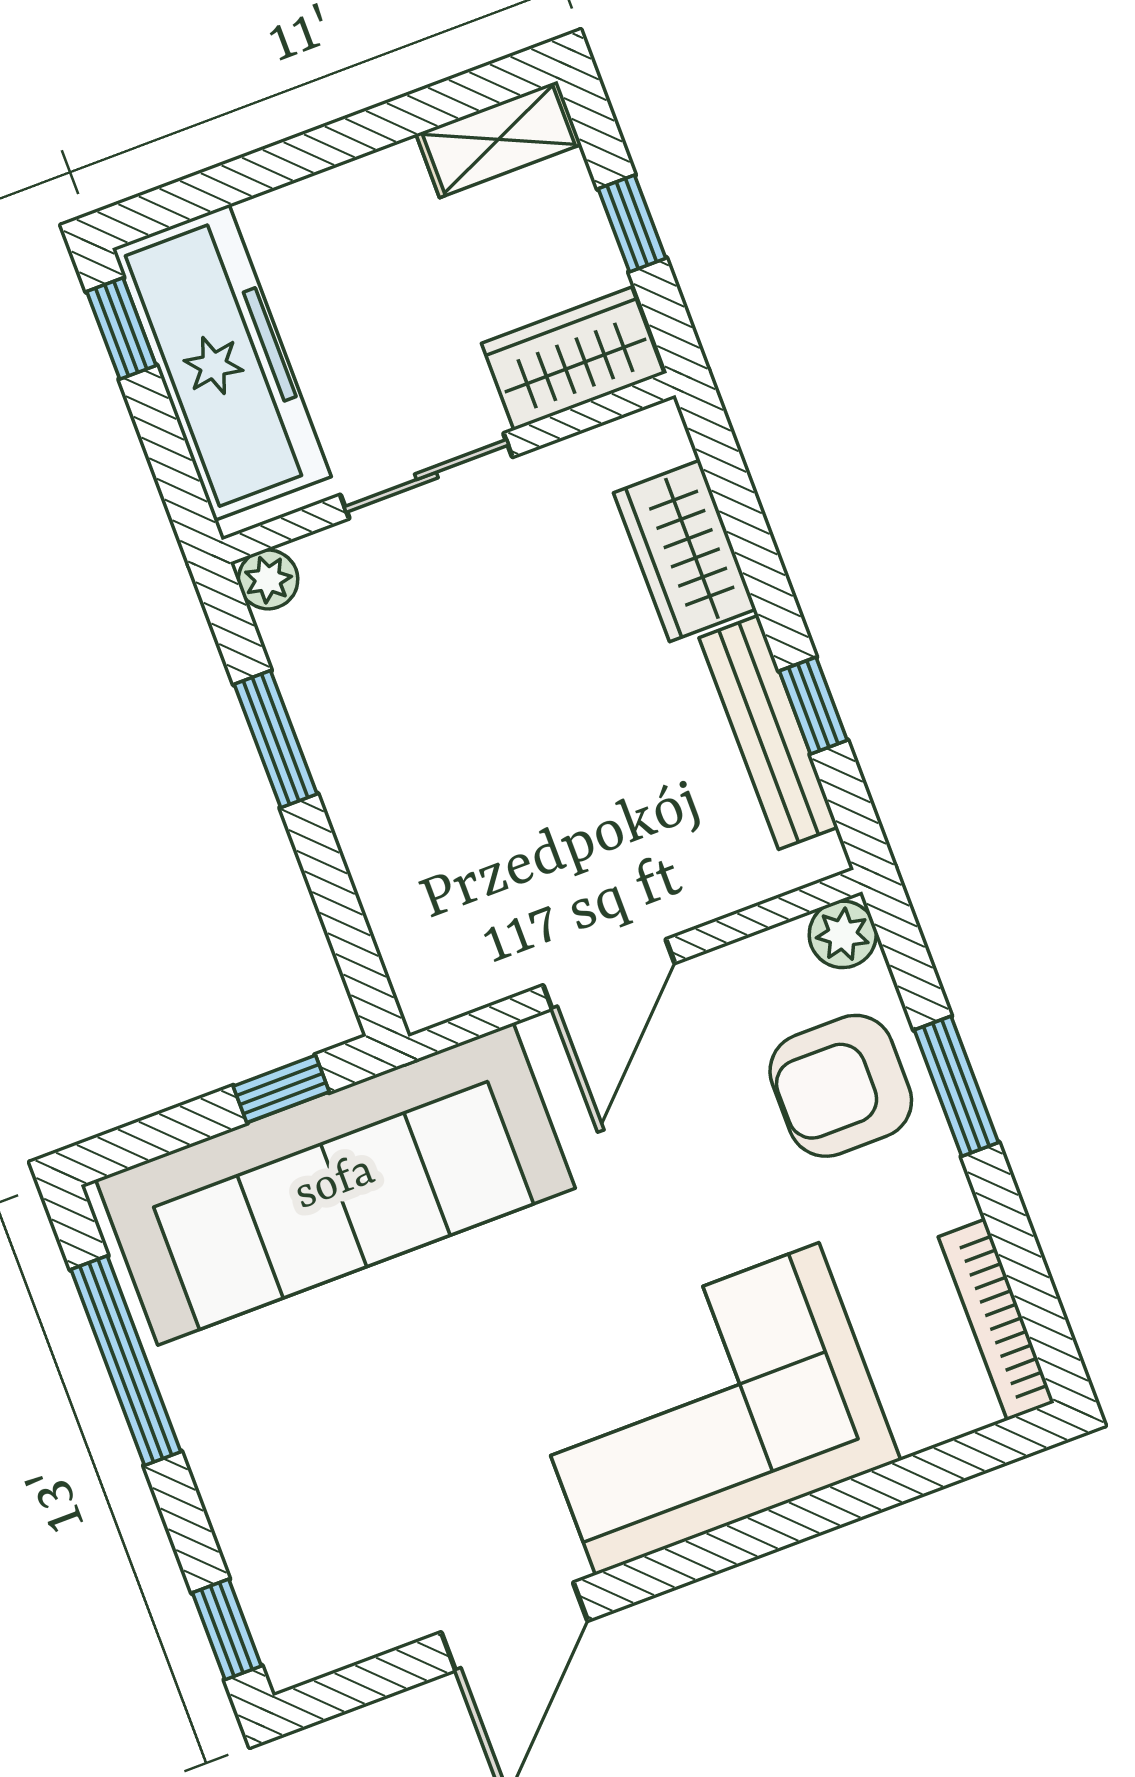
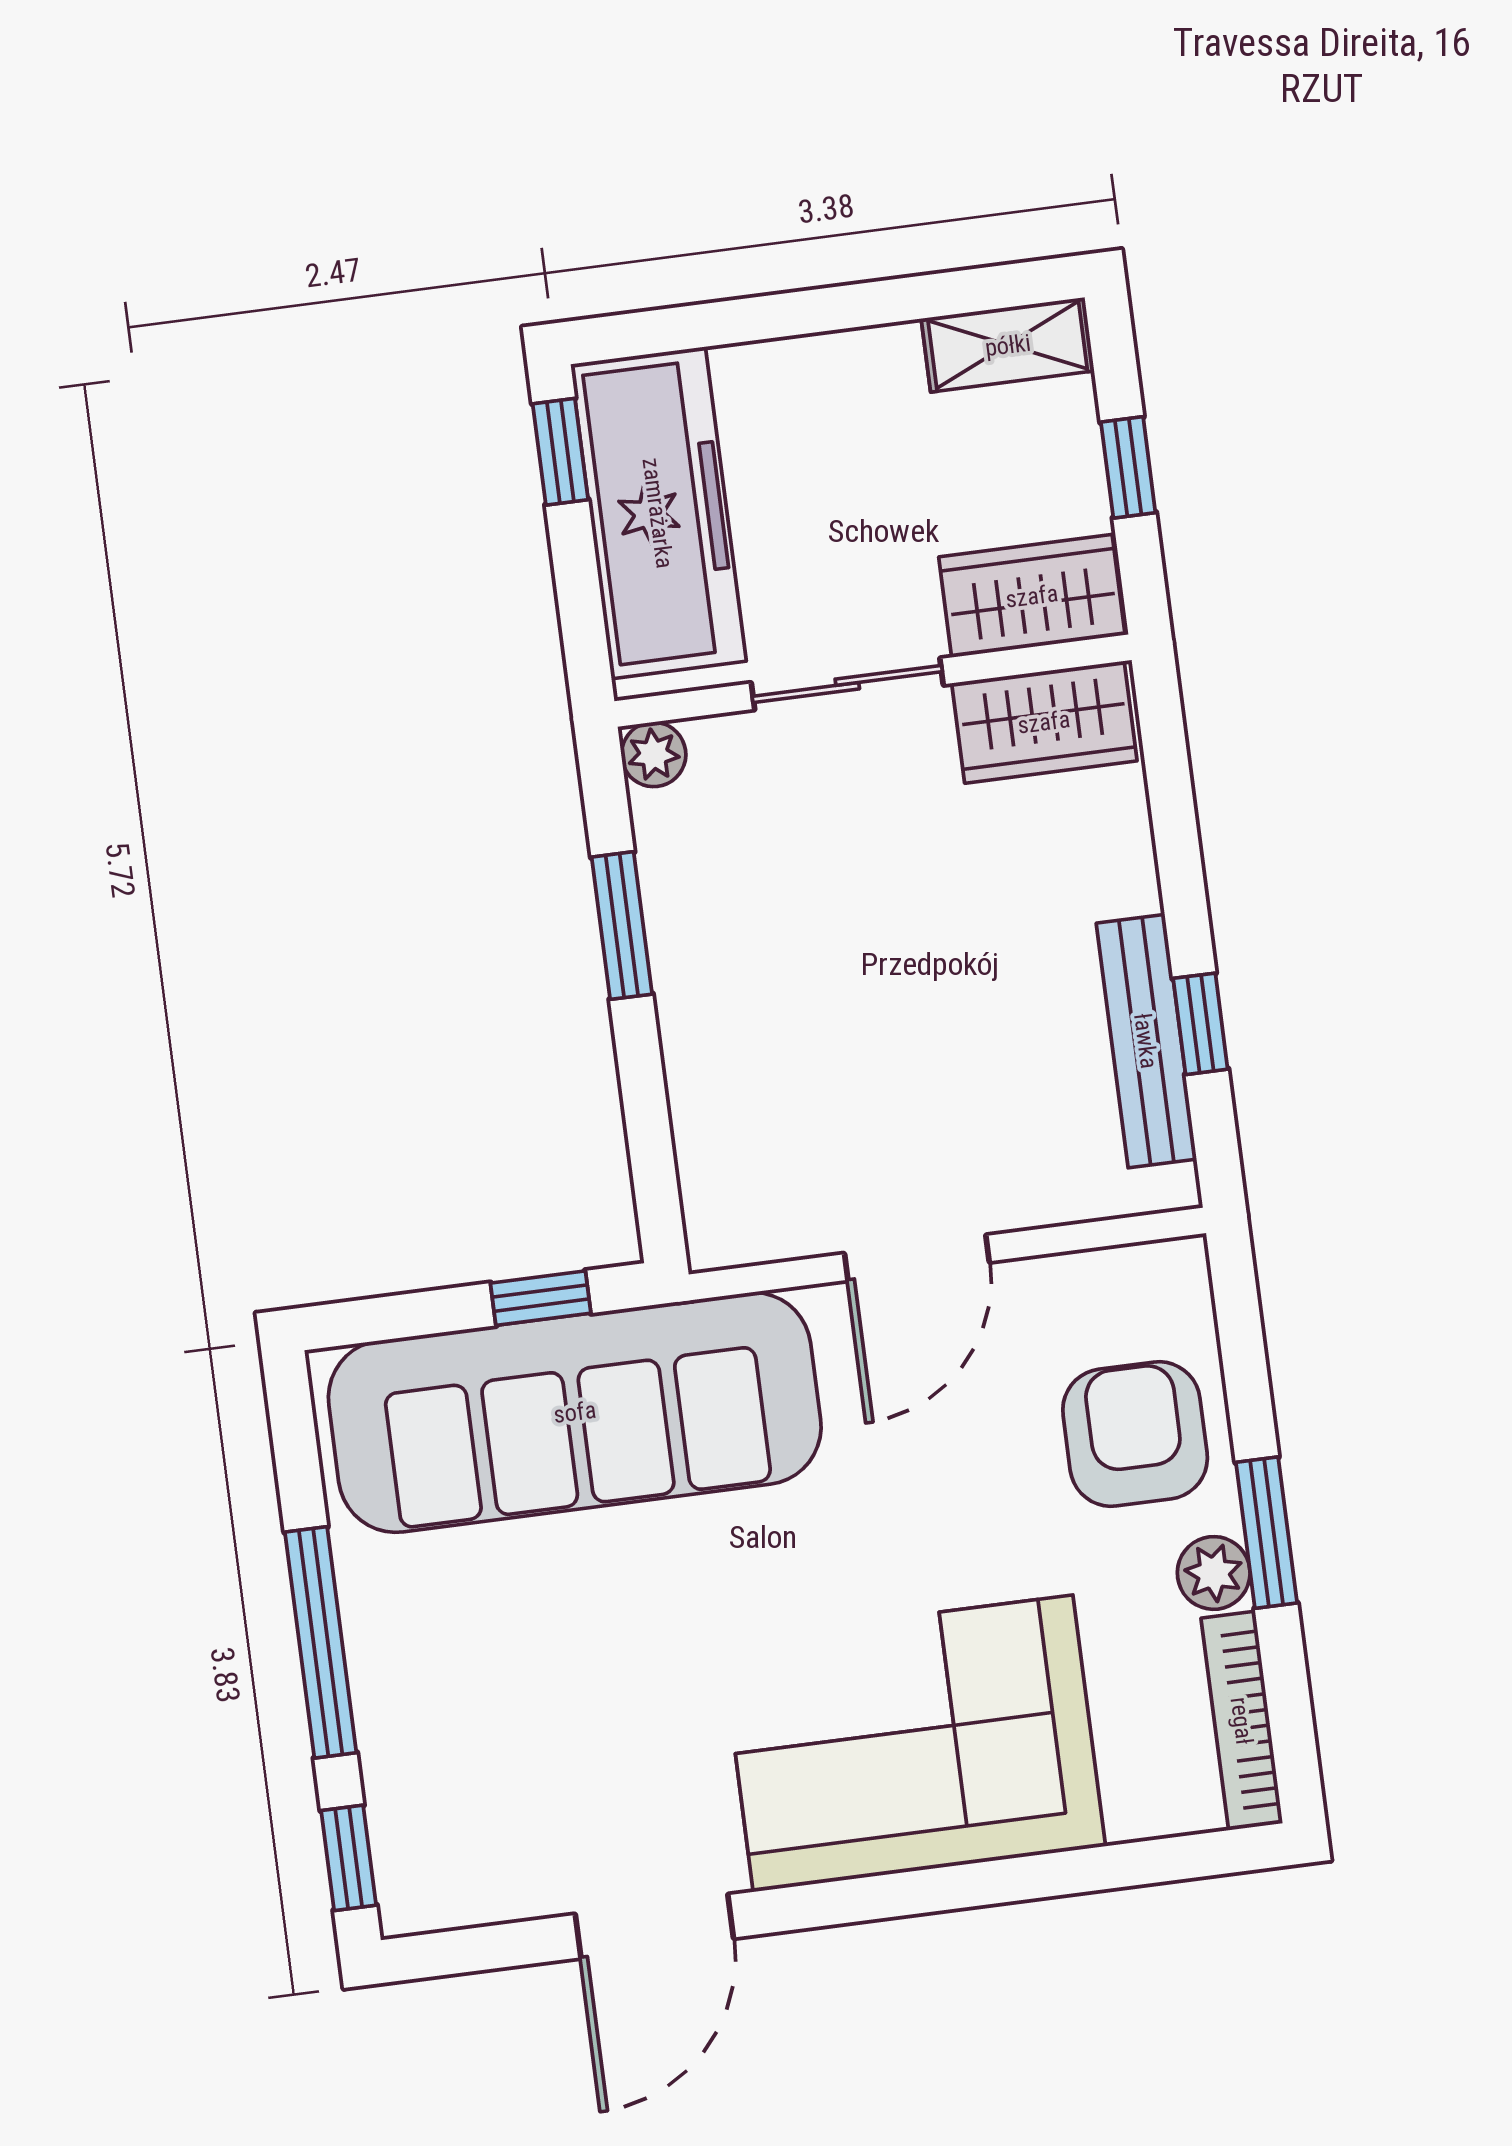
wardrobe: (685, 551) -> (1044, 722), moved, turned -90
plant: (843, 934) -> (1214, 1573), moved
armchair: (841, 1086) -> (1135, 1434), turned 90
window: (956, 1086) -> (1267, 1533), moved
window: (126, 1361) -> (321, 1642), moved

